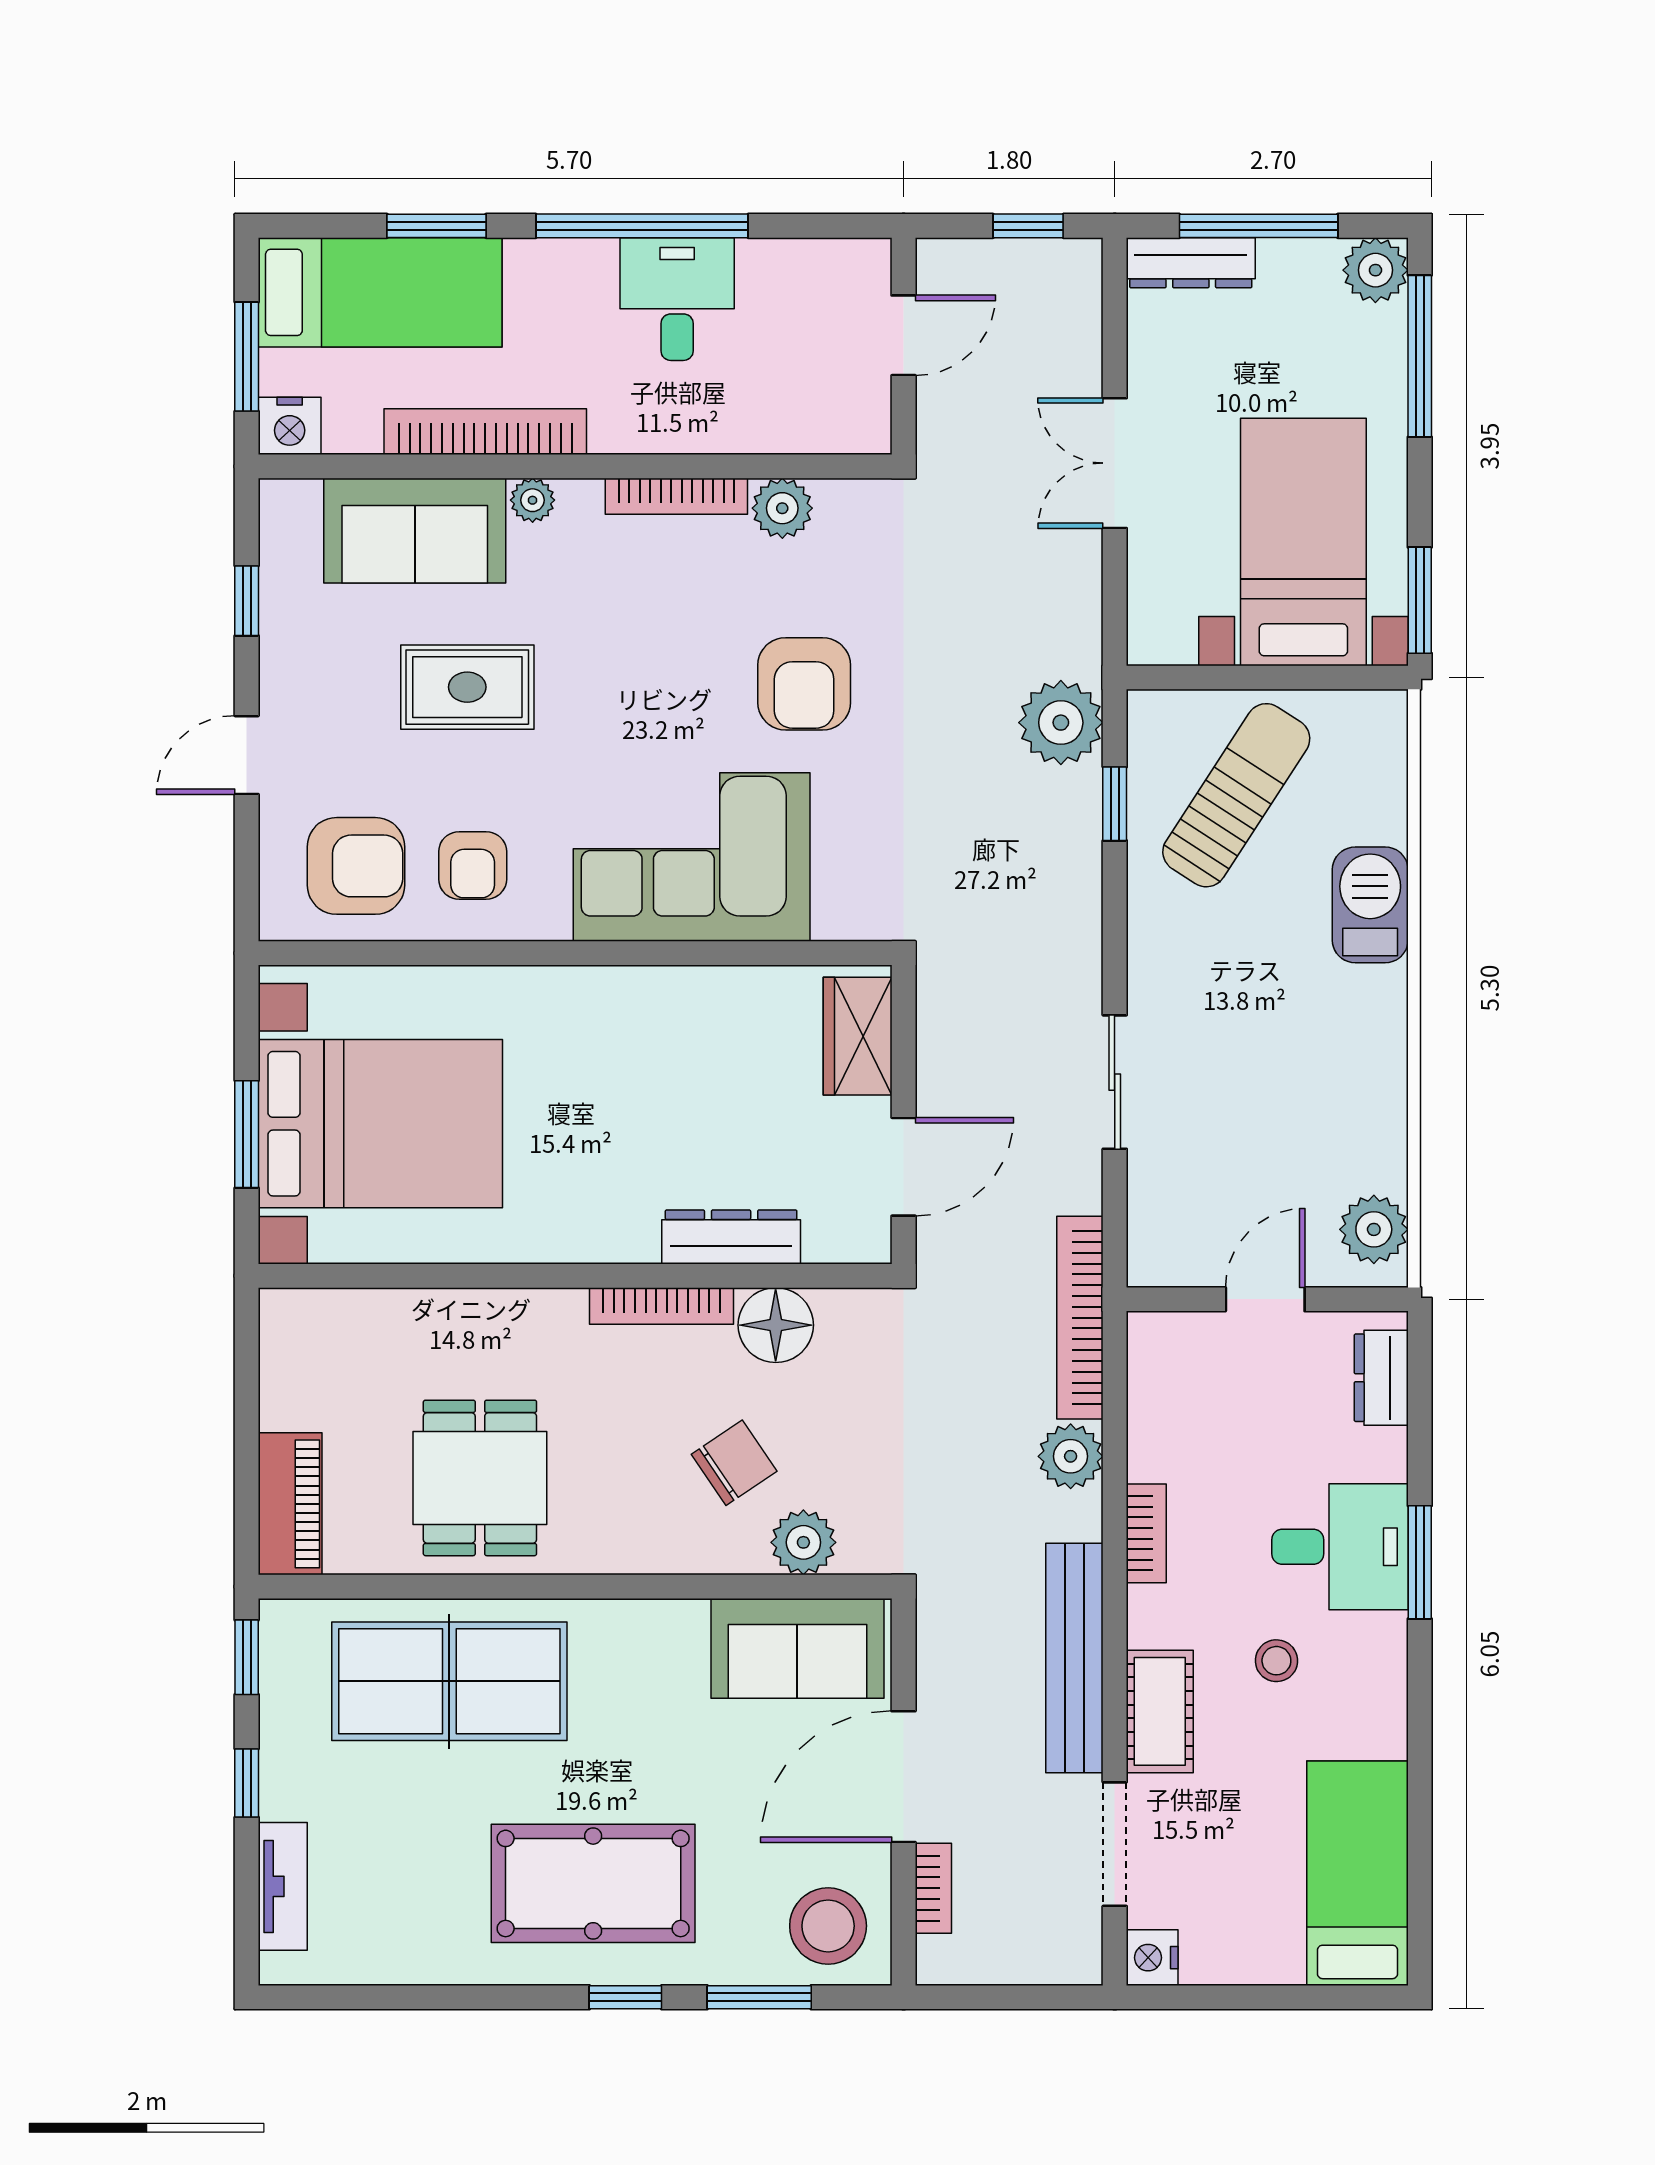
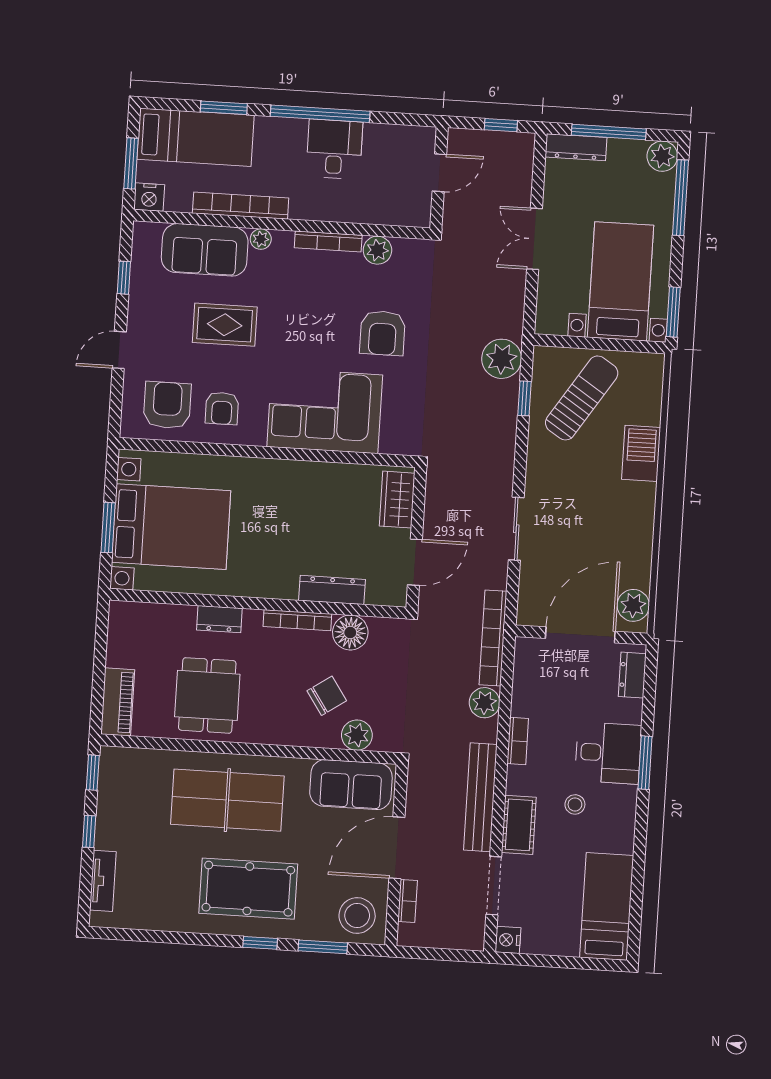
armchair: (356, 866) -> (167, 405), turned -90
door: (1265, 1299) -> (580, 635), width x1.88
dresser: (496, 1314) -> (219, 619), added
table tennis table: (449, 1681) -> (227, 800), moved

